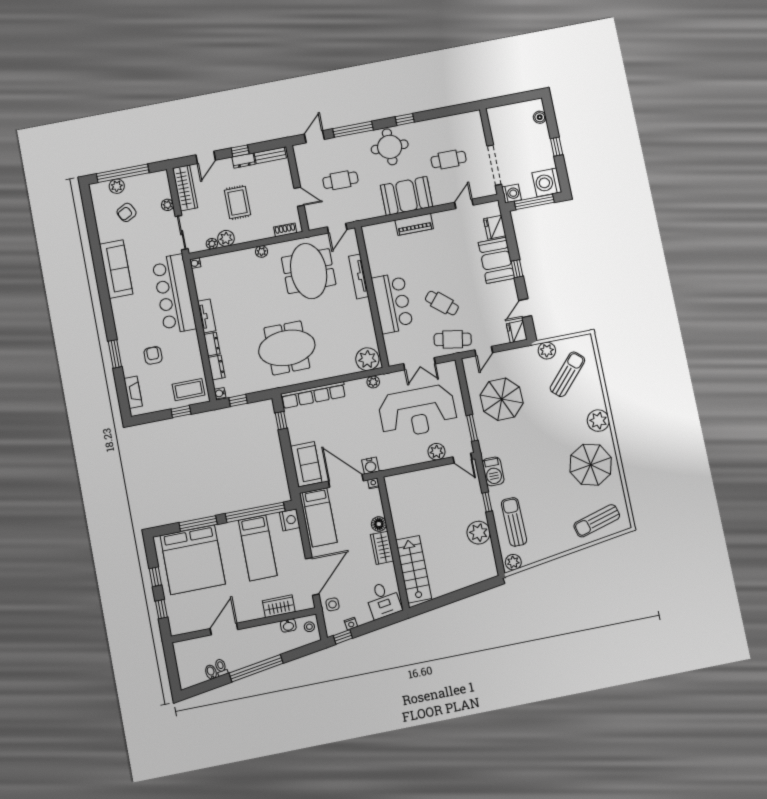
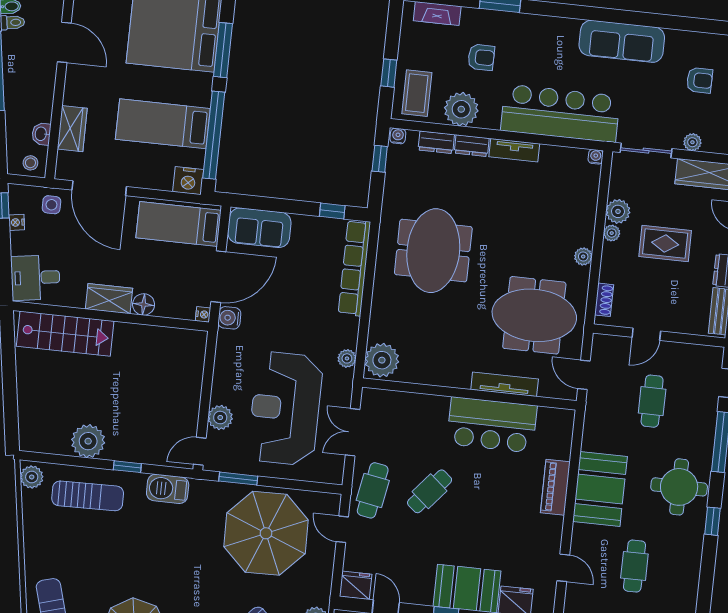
armchair: (127, 212) -> (700, 80), turned 118
plant: (212, 244) -> (612, 233), moved
bar counter: (392, 303) -> (492, 425), moved
plant: (190, 358) -> (461, 109), added
parasol: (502, 399) -> (266, 533), width x1.36, depth x1.36

